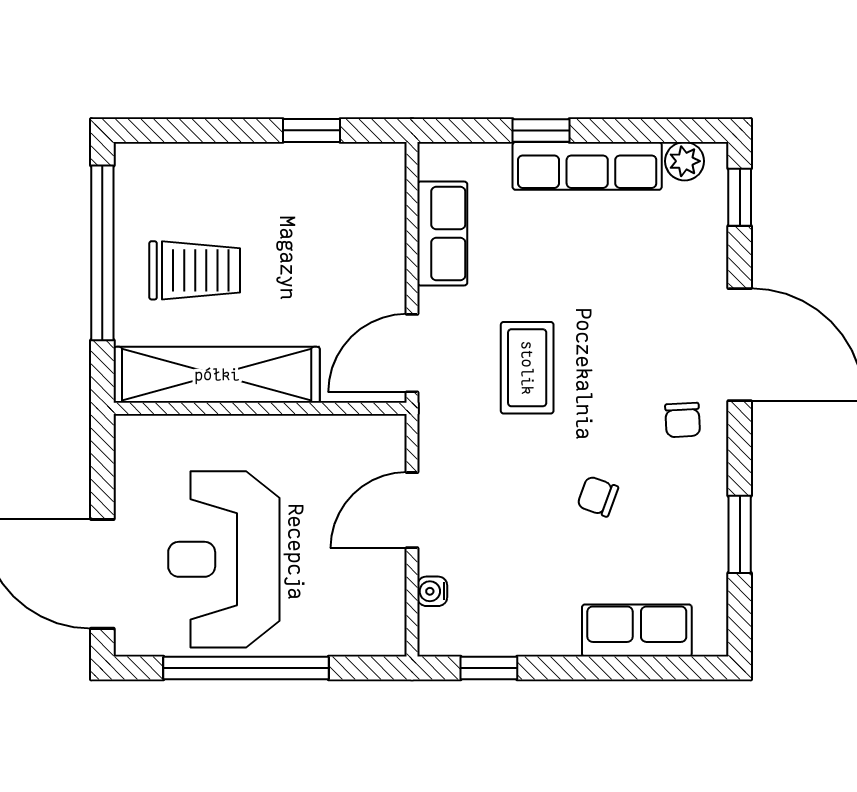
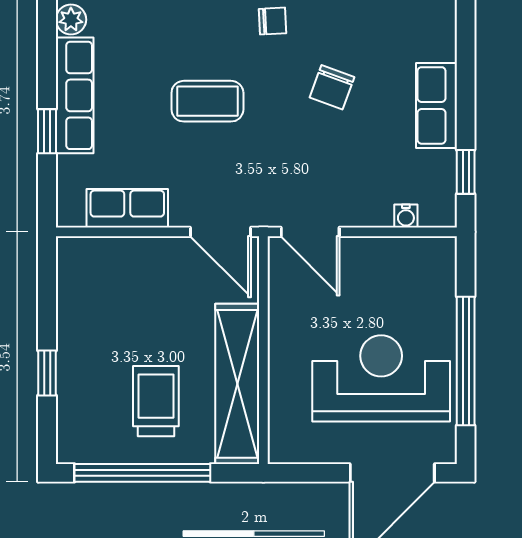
window: (312, 130) -> (47, 373), moved
coffee table: (527, 368) -> (207, 101), moved
chair: (598, 496) -> (332, 87), width x1.37, depth x1.37
door: (412, 510) -> (310, 232), moved
reception desk: (224, 559) -> (381, 378), turned 180
row of seats: (637, 631) -> (436, 105), moved

